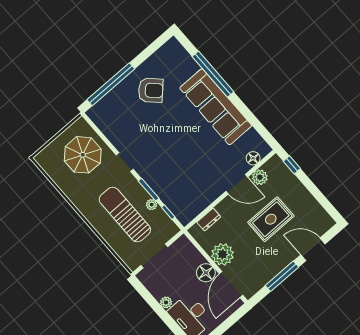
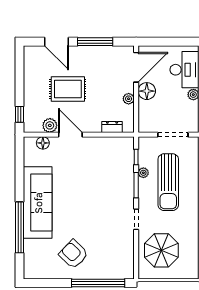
plant: (223, 254) -> (129, 99), width x0.53, depth x0.53

